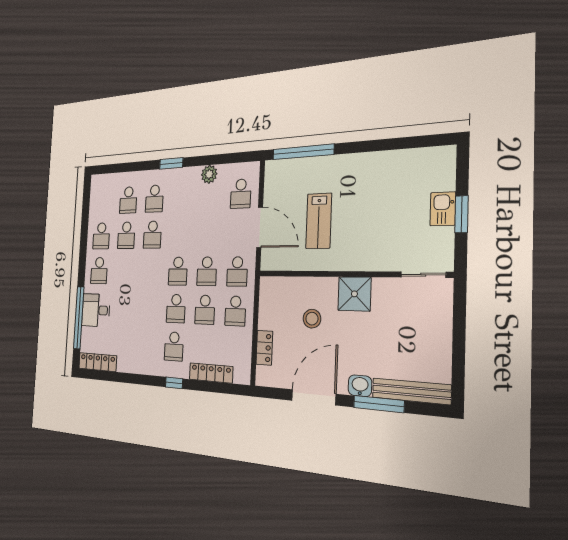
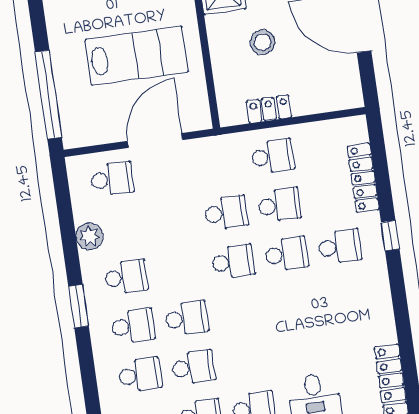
lab bench: (319, 221) -> (137, 56), width x1.36, depth x1.39
school desk: (237, 271) -> (126, 277), moved
locker: (264, 348) -> (269, 109), moved

